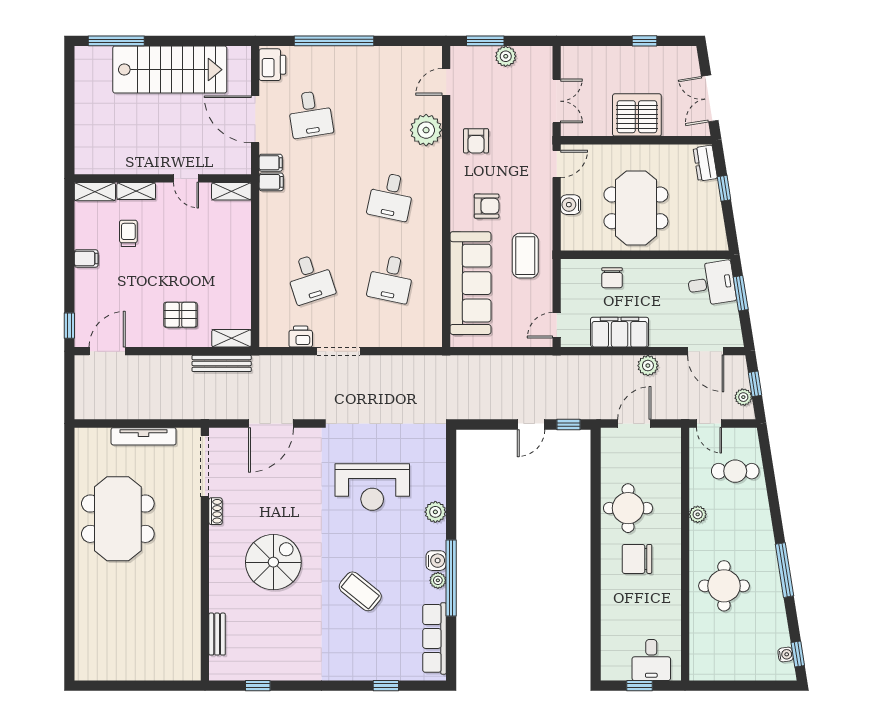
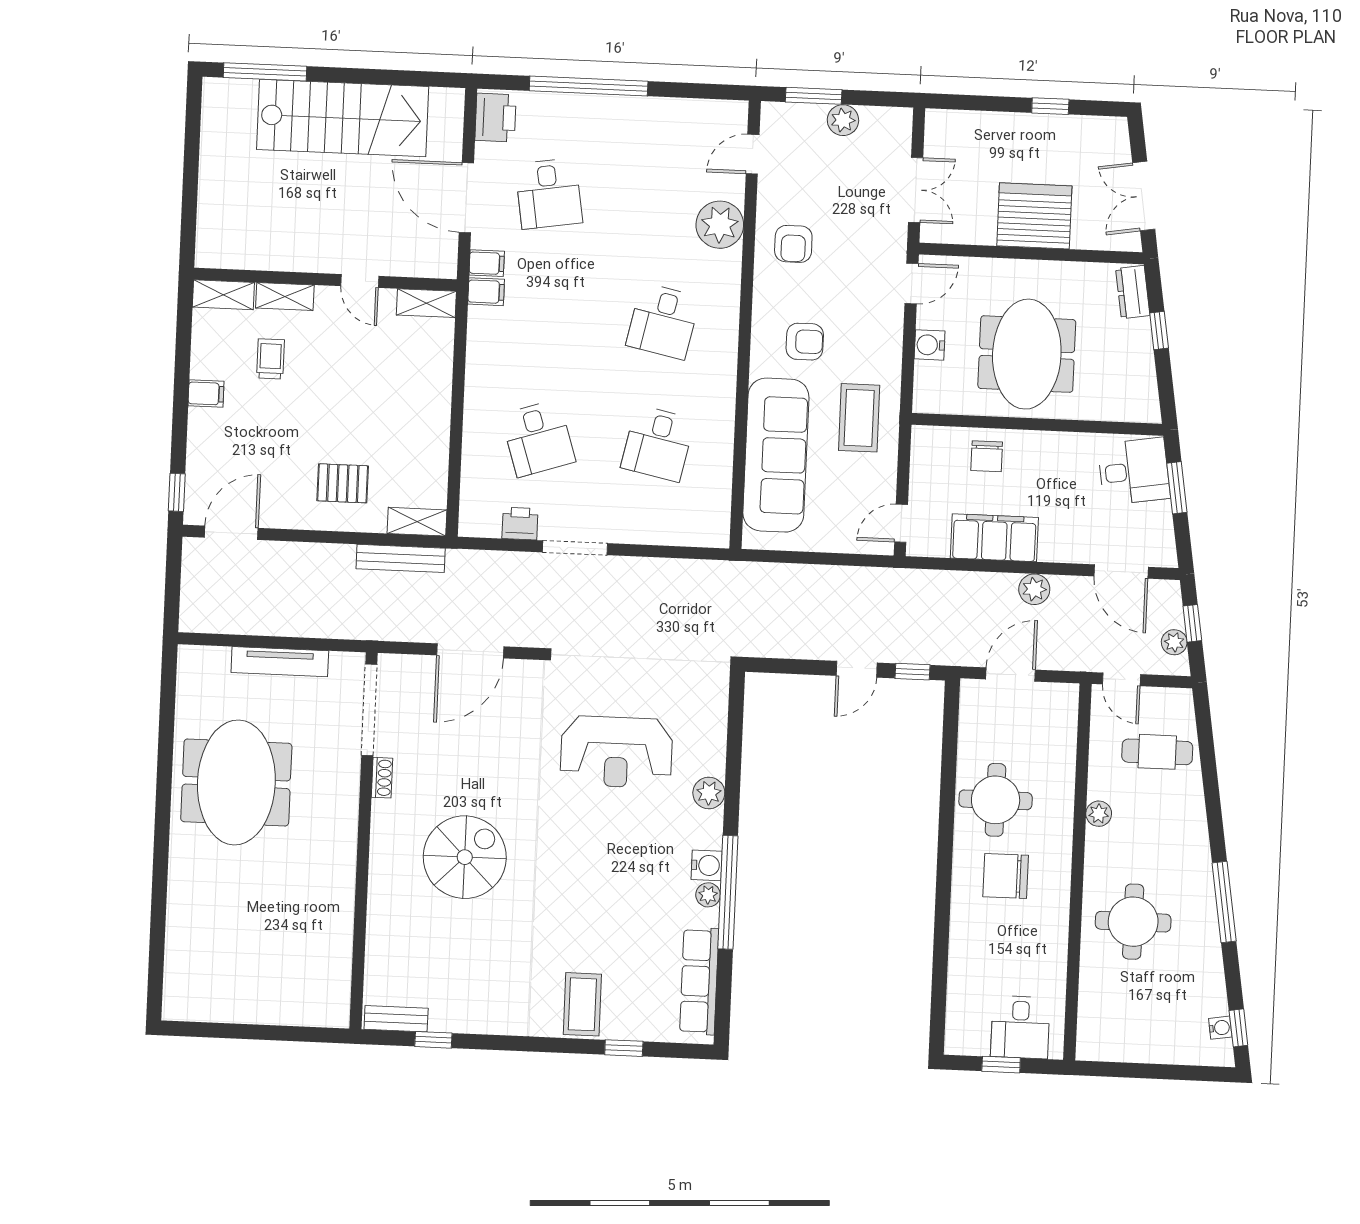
coffee table: (360, 591) -> (582, 1004), moved, turned 51
bench: (217, 634) -> (396, 1019), moved, turned 90

